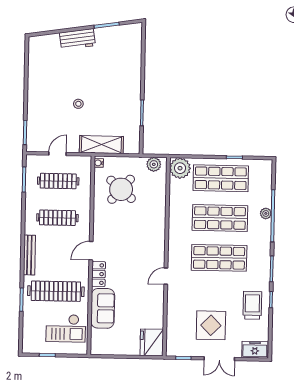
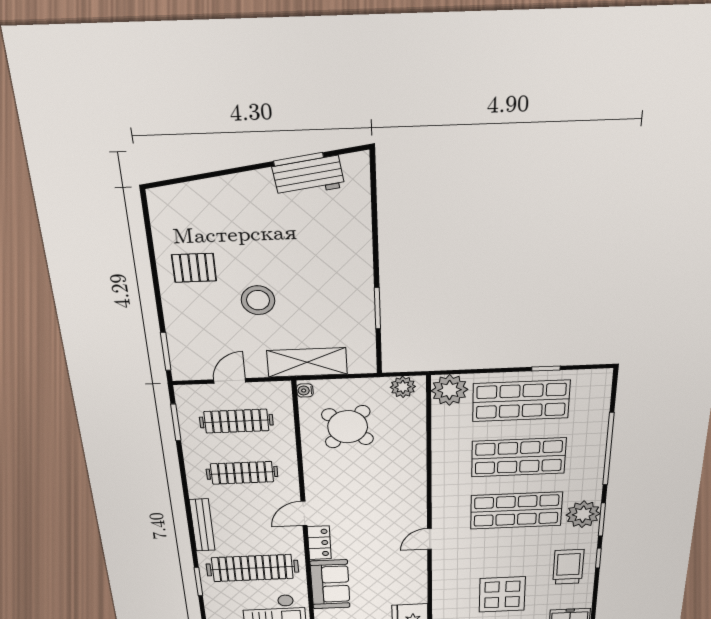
workbench: (77, 39) -> (308, 177), moved
pallet: (47, 82) -> (194, 268), added
stool: (78, 104) -> (258, 300), width x1.89, depth x1.89
plant: (266, 213) -> (583, 514), moved, width x1.88, depth x1.88

